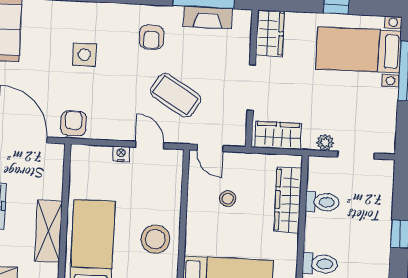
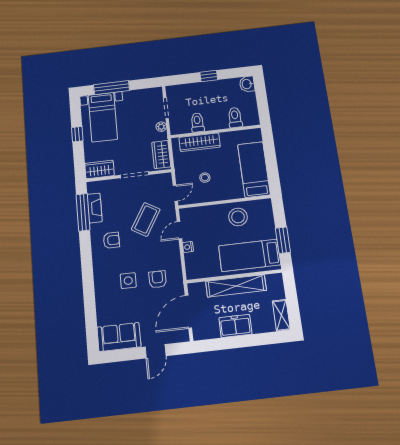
armchair: (73, 123) -> (158, 279), moved, turned 90
shelving: (49, 231) -> (236, 286), width x1.47

